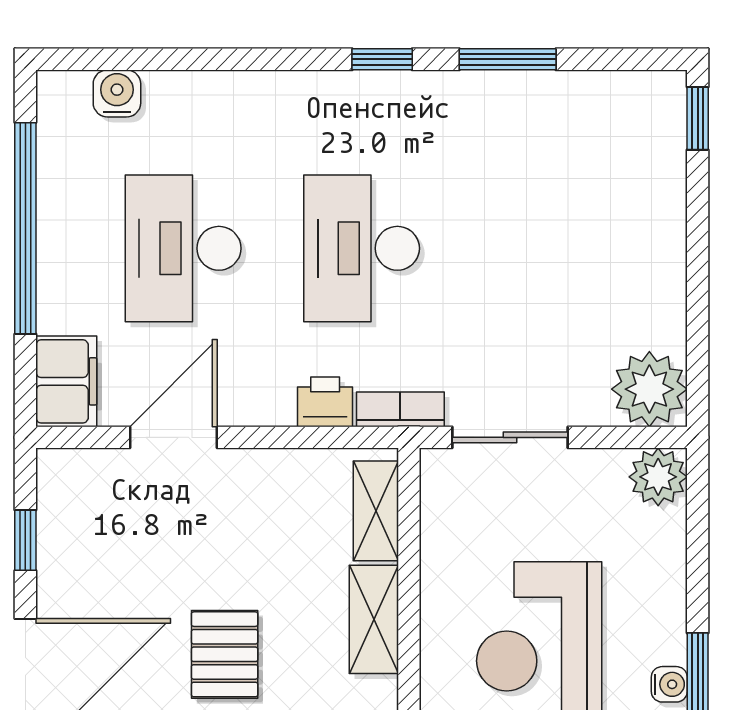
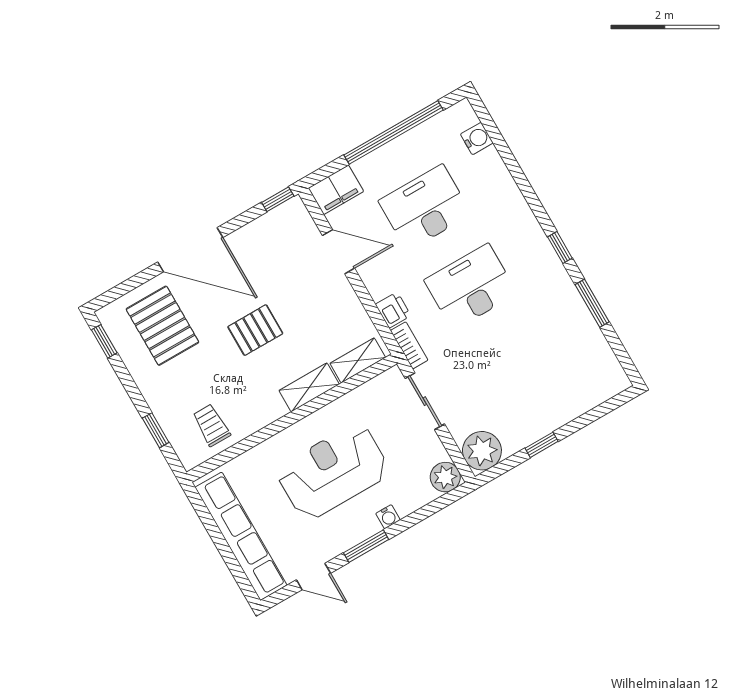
window: (698, 118) -> (542, 445), moved
window: (25, 540) -> (278, 199), moved
water cooler: (669, 684) -> (388, 517), moved

